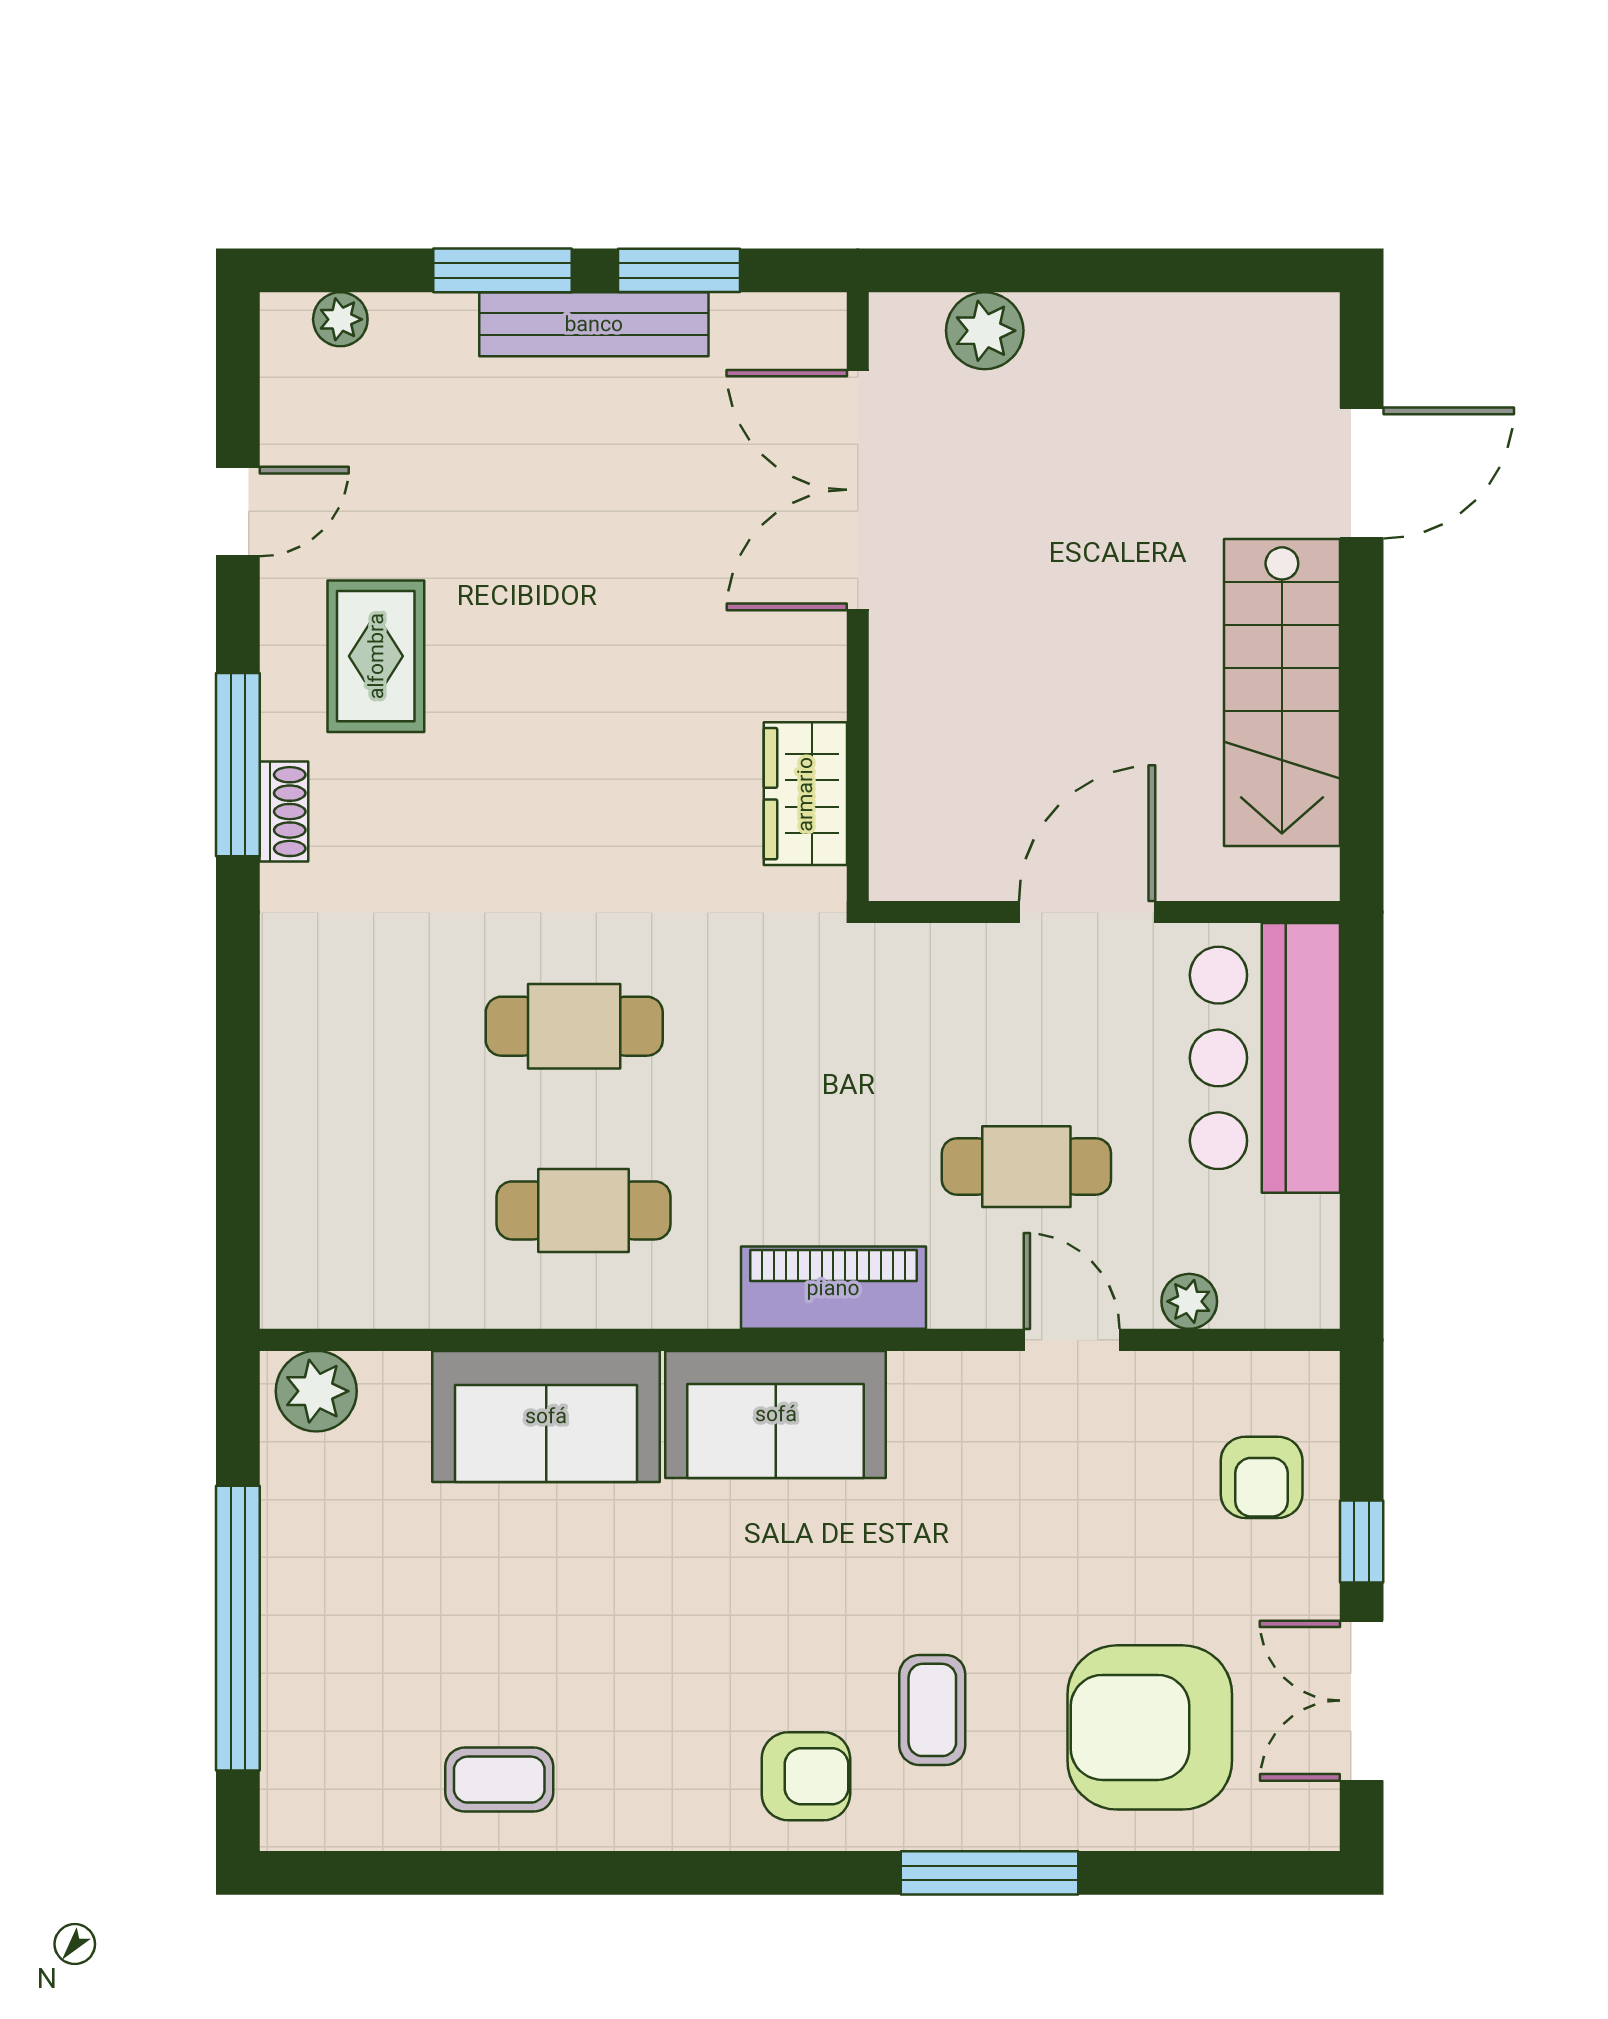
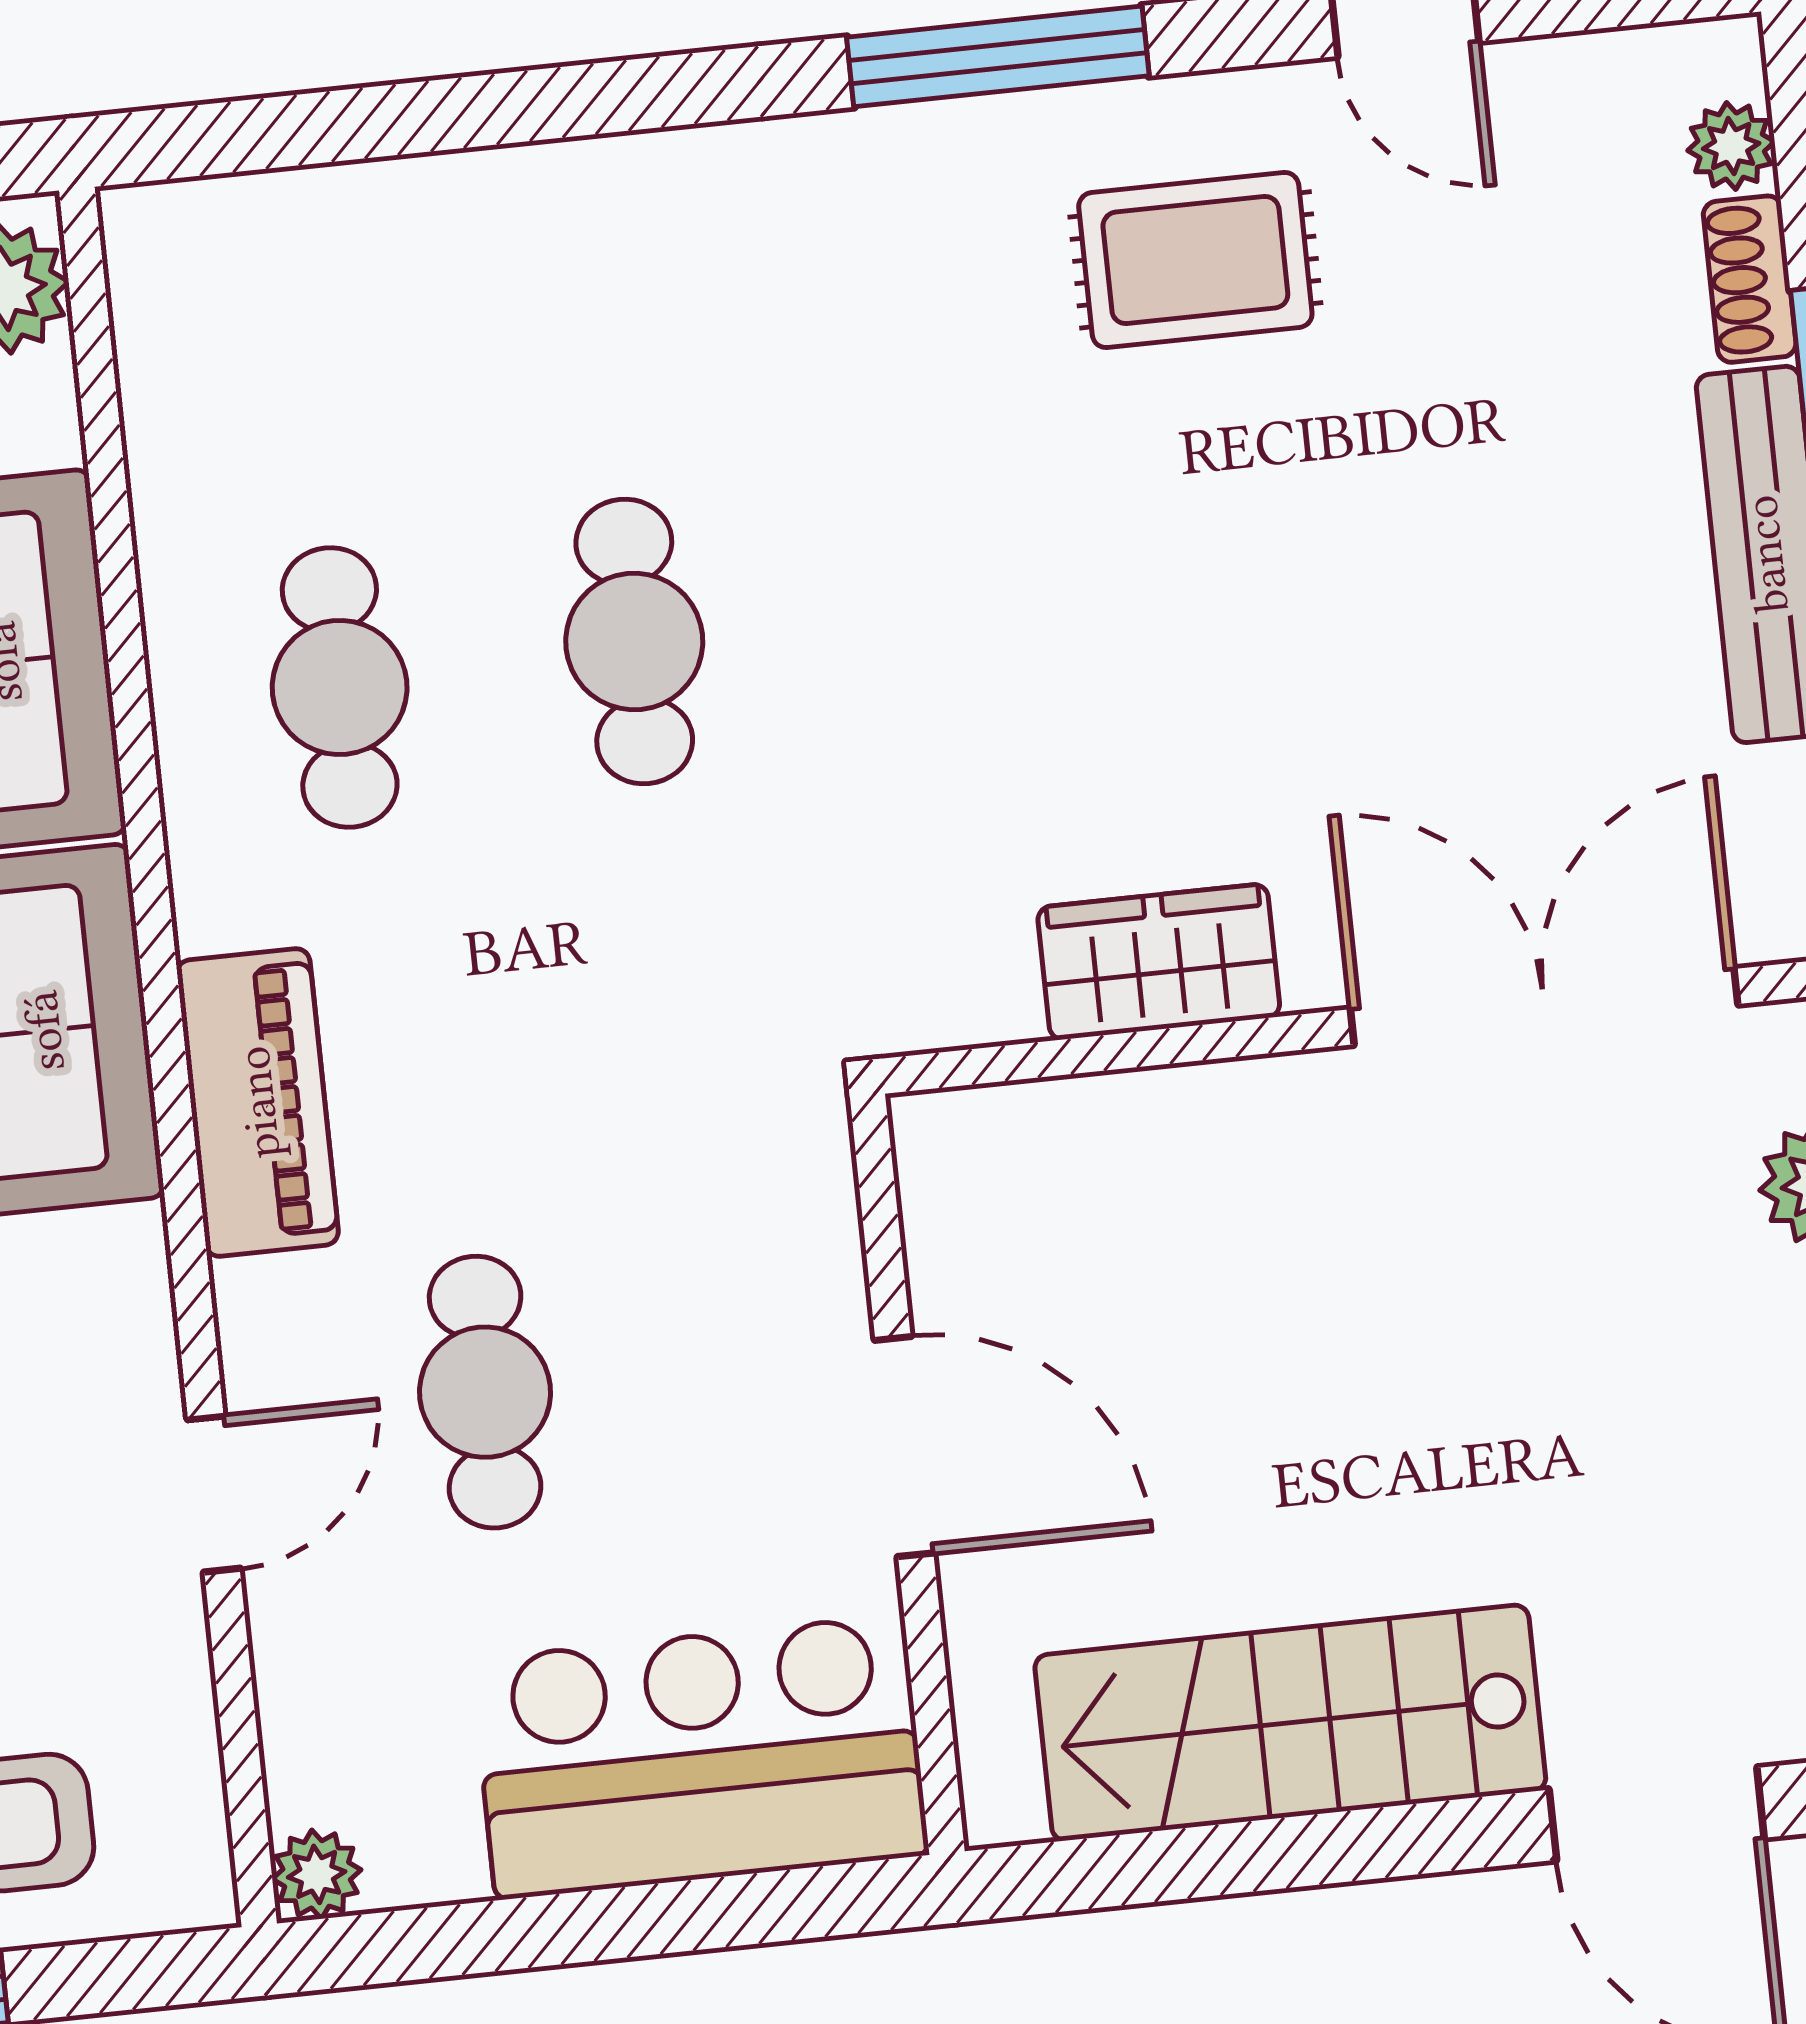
wardrobe: (805, 794) -> (1159, 962), moved
shoe rack: (284, 812) -> (1750, 279), moved, turned 90
plant: (1189, 1301) -> (317, 1874), moved

